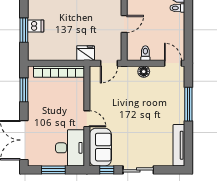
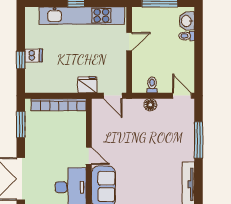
door: (124, 24) -> (129, 42), moved
window: (24, 30) -> (21, 60), width x0.67
door: (109, 63) -> (113, 96), hinge flipped

